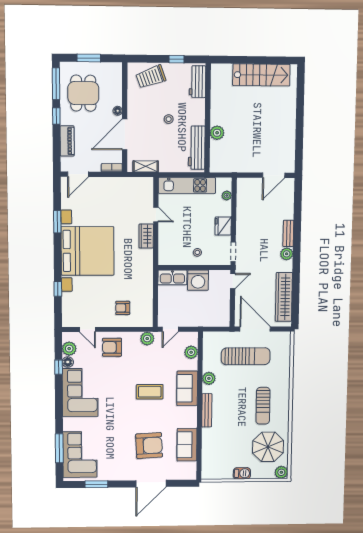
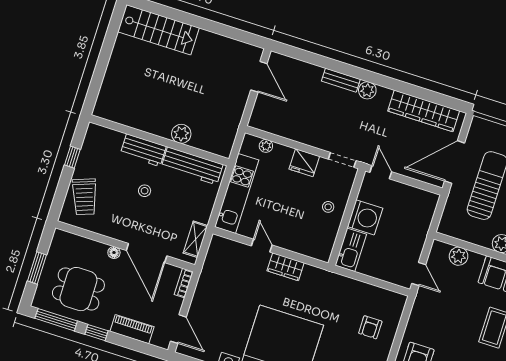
stairs: (261, 75) -> (159, 30), moved, turned 90
workbench: (197, 82) -> (143, 150), moved
door: (156, 215) -> (262, 246), hinge flipped
plant: (147, 339) -> (421, 308), removed

